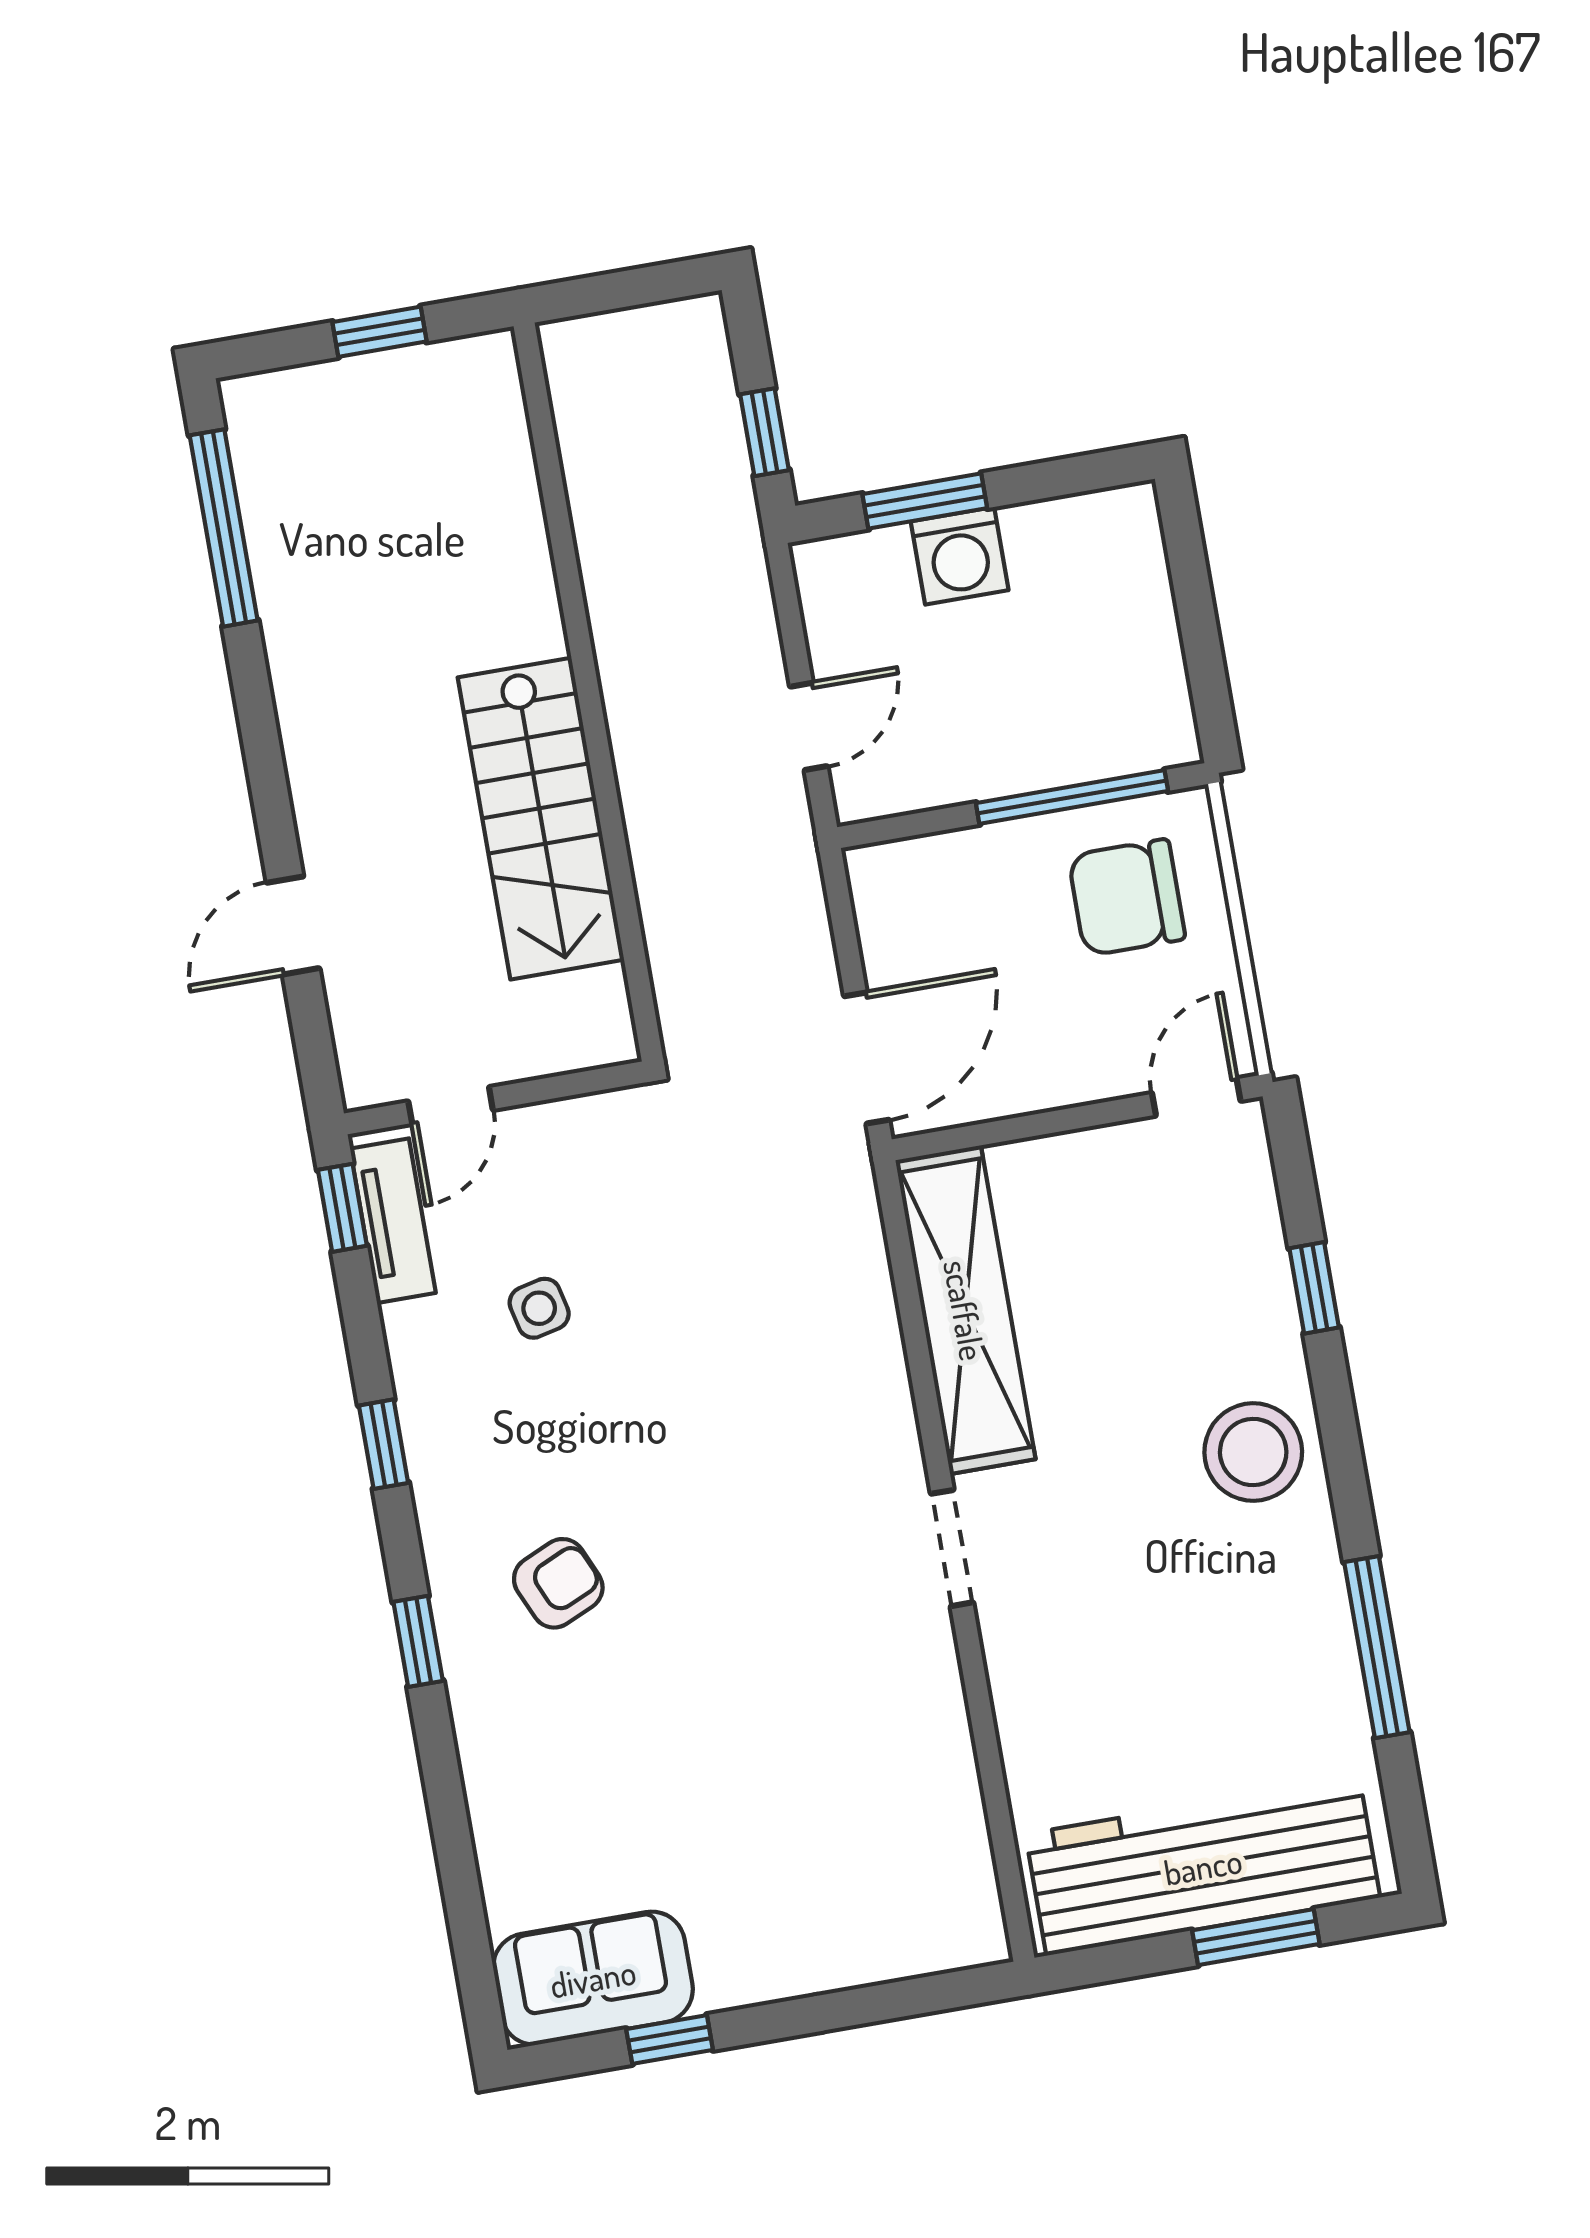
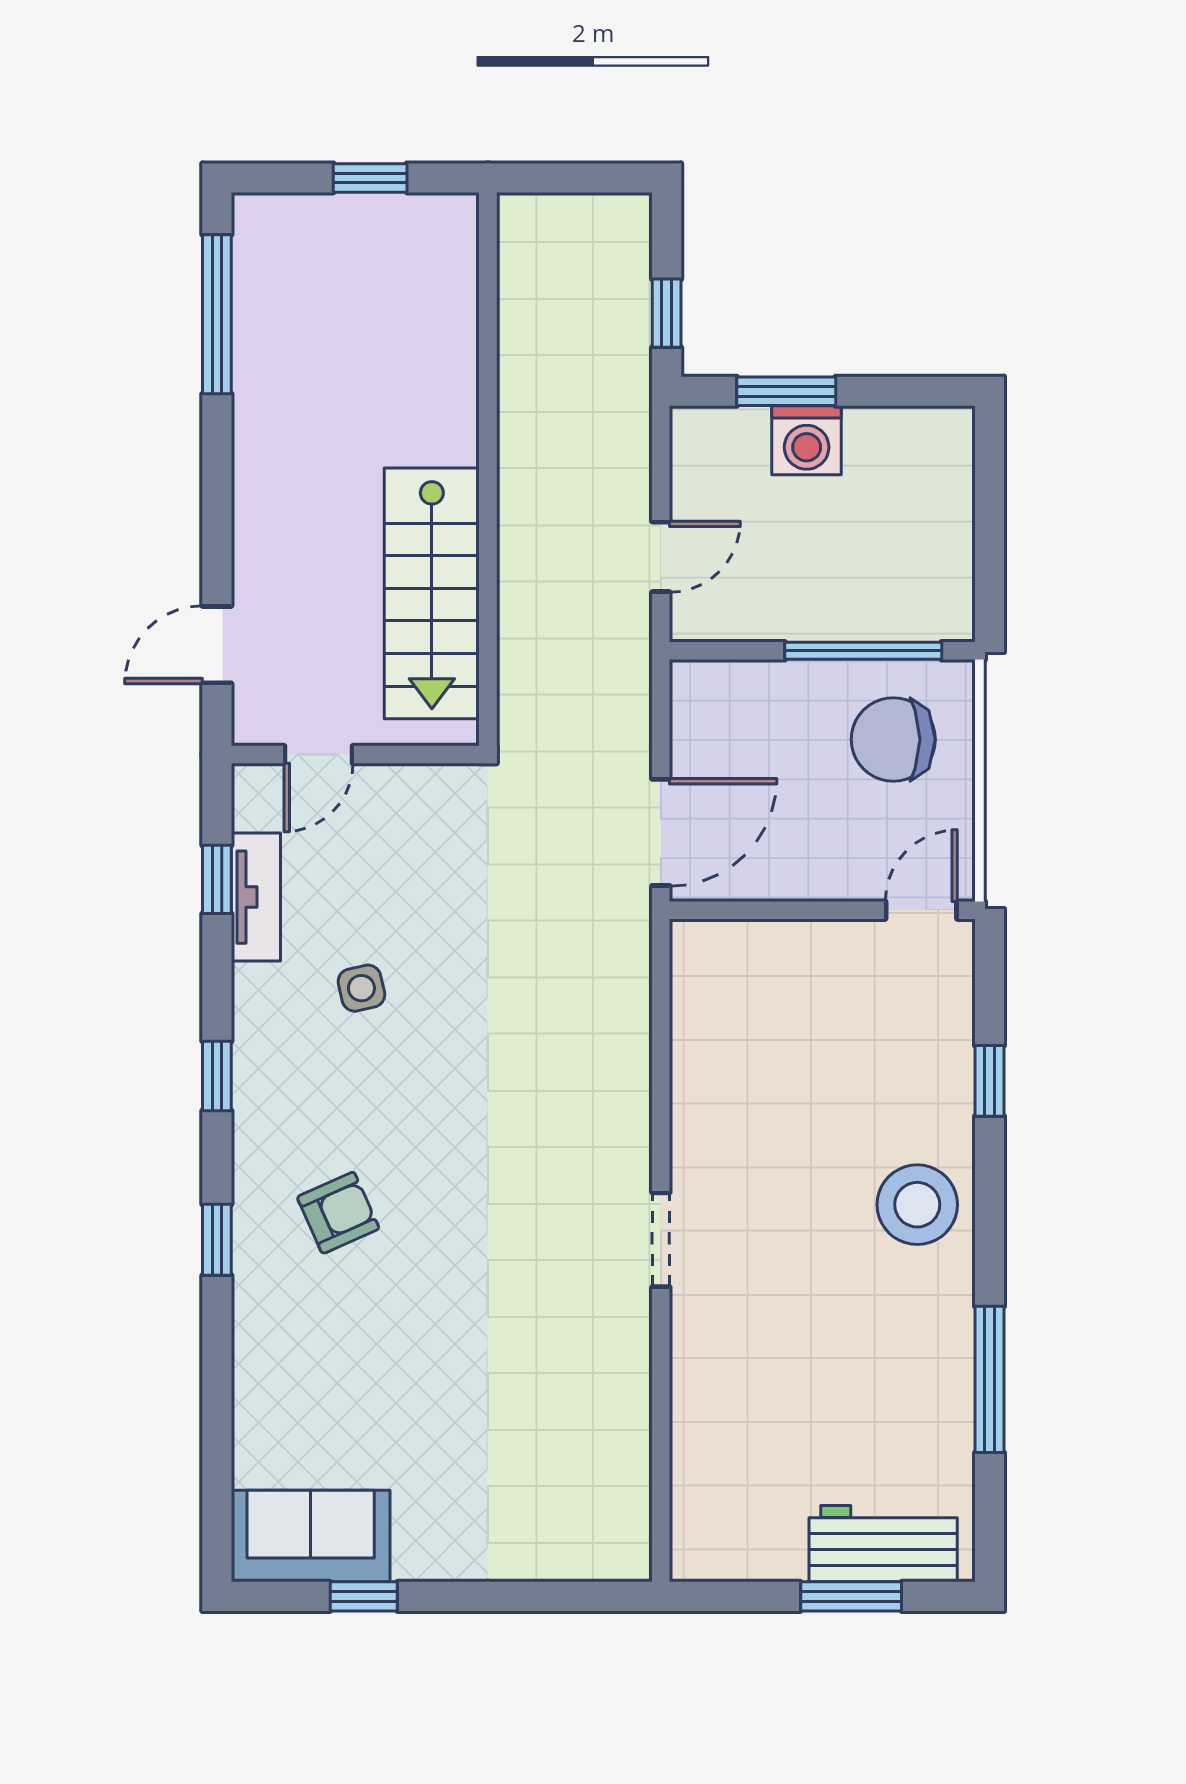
wall: (495, 1098) -> (355, 755), moved
door: (451, 1106) -> (319, 755), moved
shelving: (965, 1310) -> (705, 1049), removed
workbench: (1203, 1866) -> (883, 1544), width x0.53, depth x0.76

